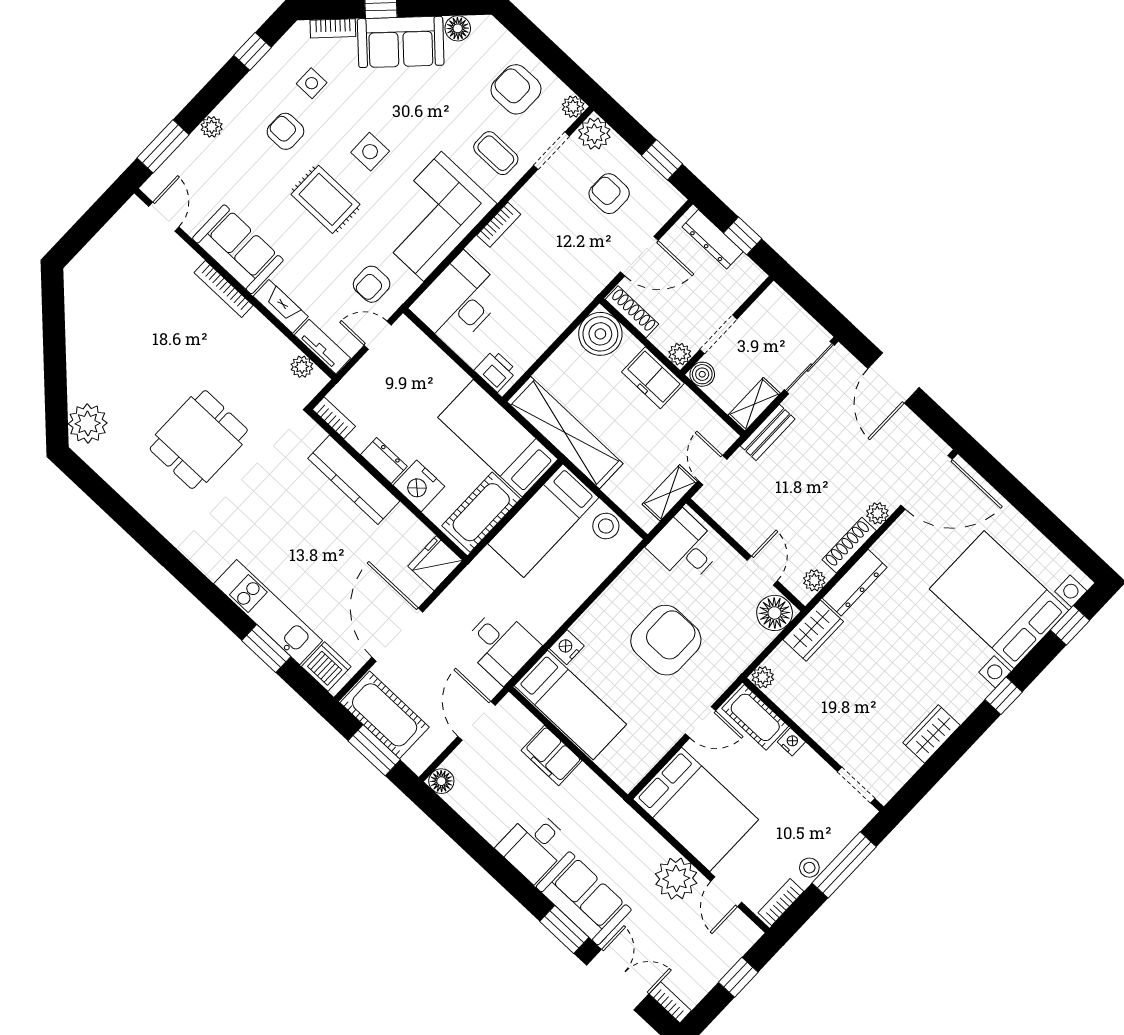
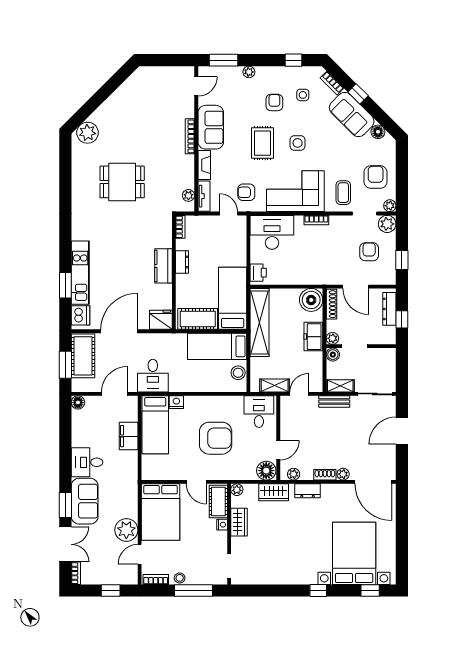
kitchen counter: (354, 480) -> (163, 266), width x0.67
nightstand: (419, 486) -> (185, 285), removed
shoe rack: (849, 545) -> (325, 475), width x0.70
dresser: (855, 583) -> (308, 491), width x0.70
wardrobe: (931, 734) -> (239, 522), moved, turned 90

